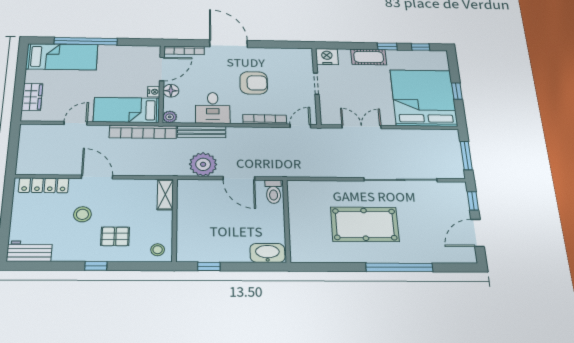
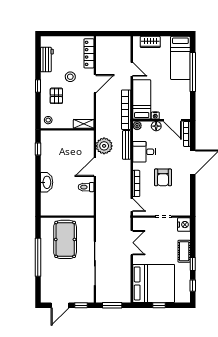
wall: (287, 221) -> (67, 217), moved
door: (477, 233) -> (60, 305), swing flipped
workbench: (29, 251) -> (47, 59), moved

